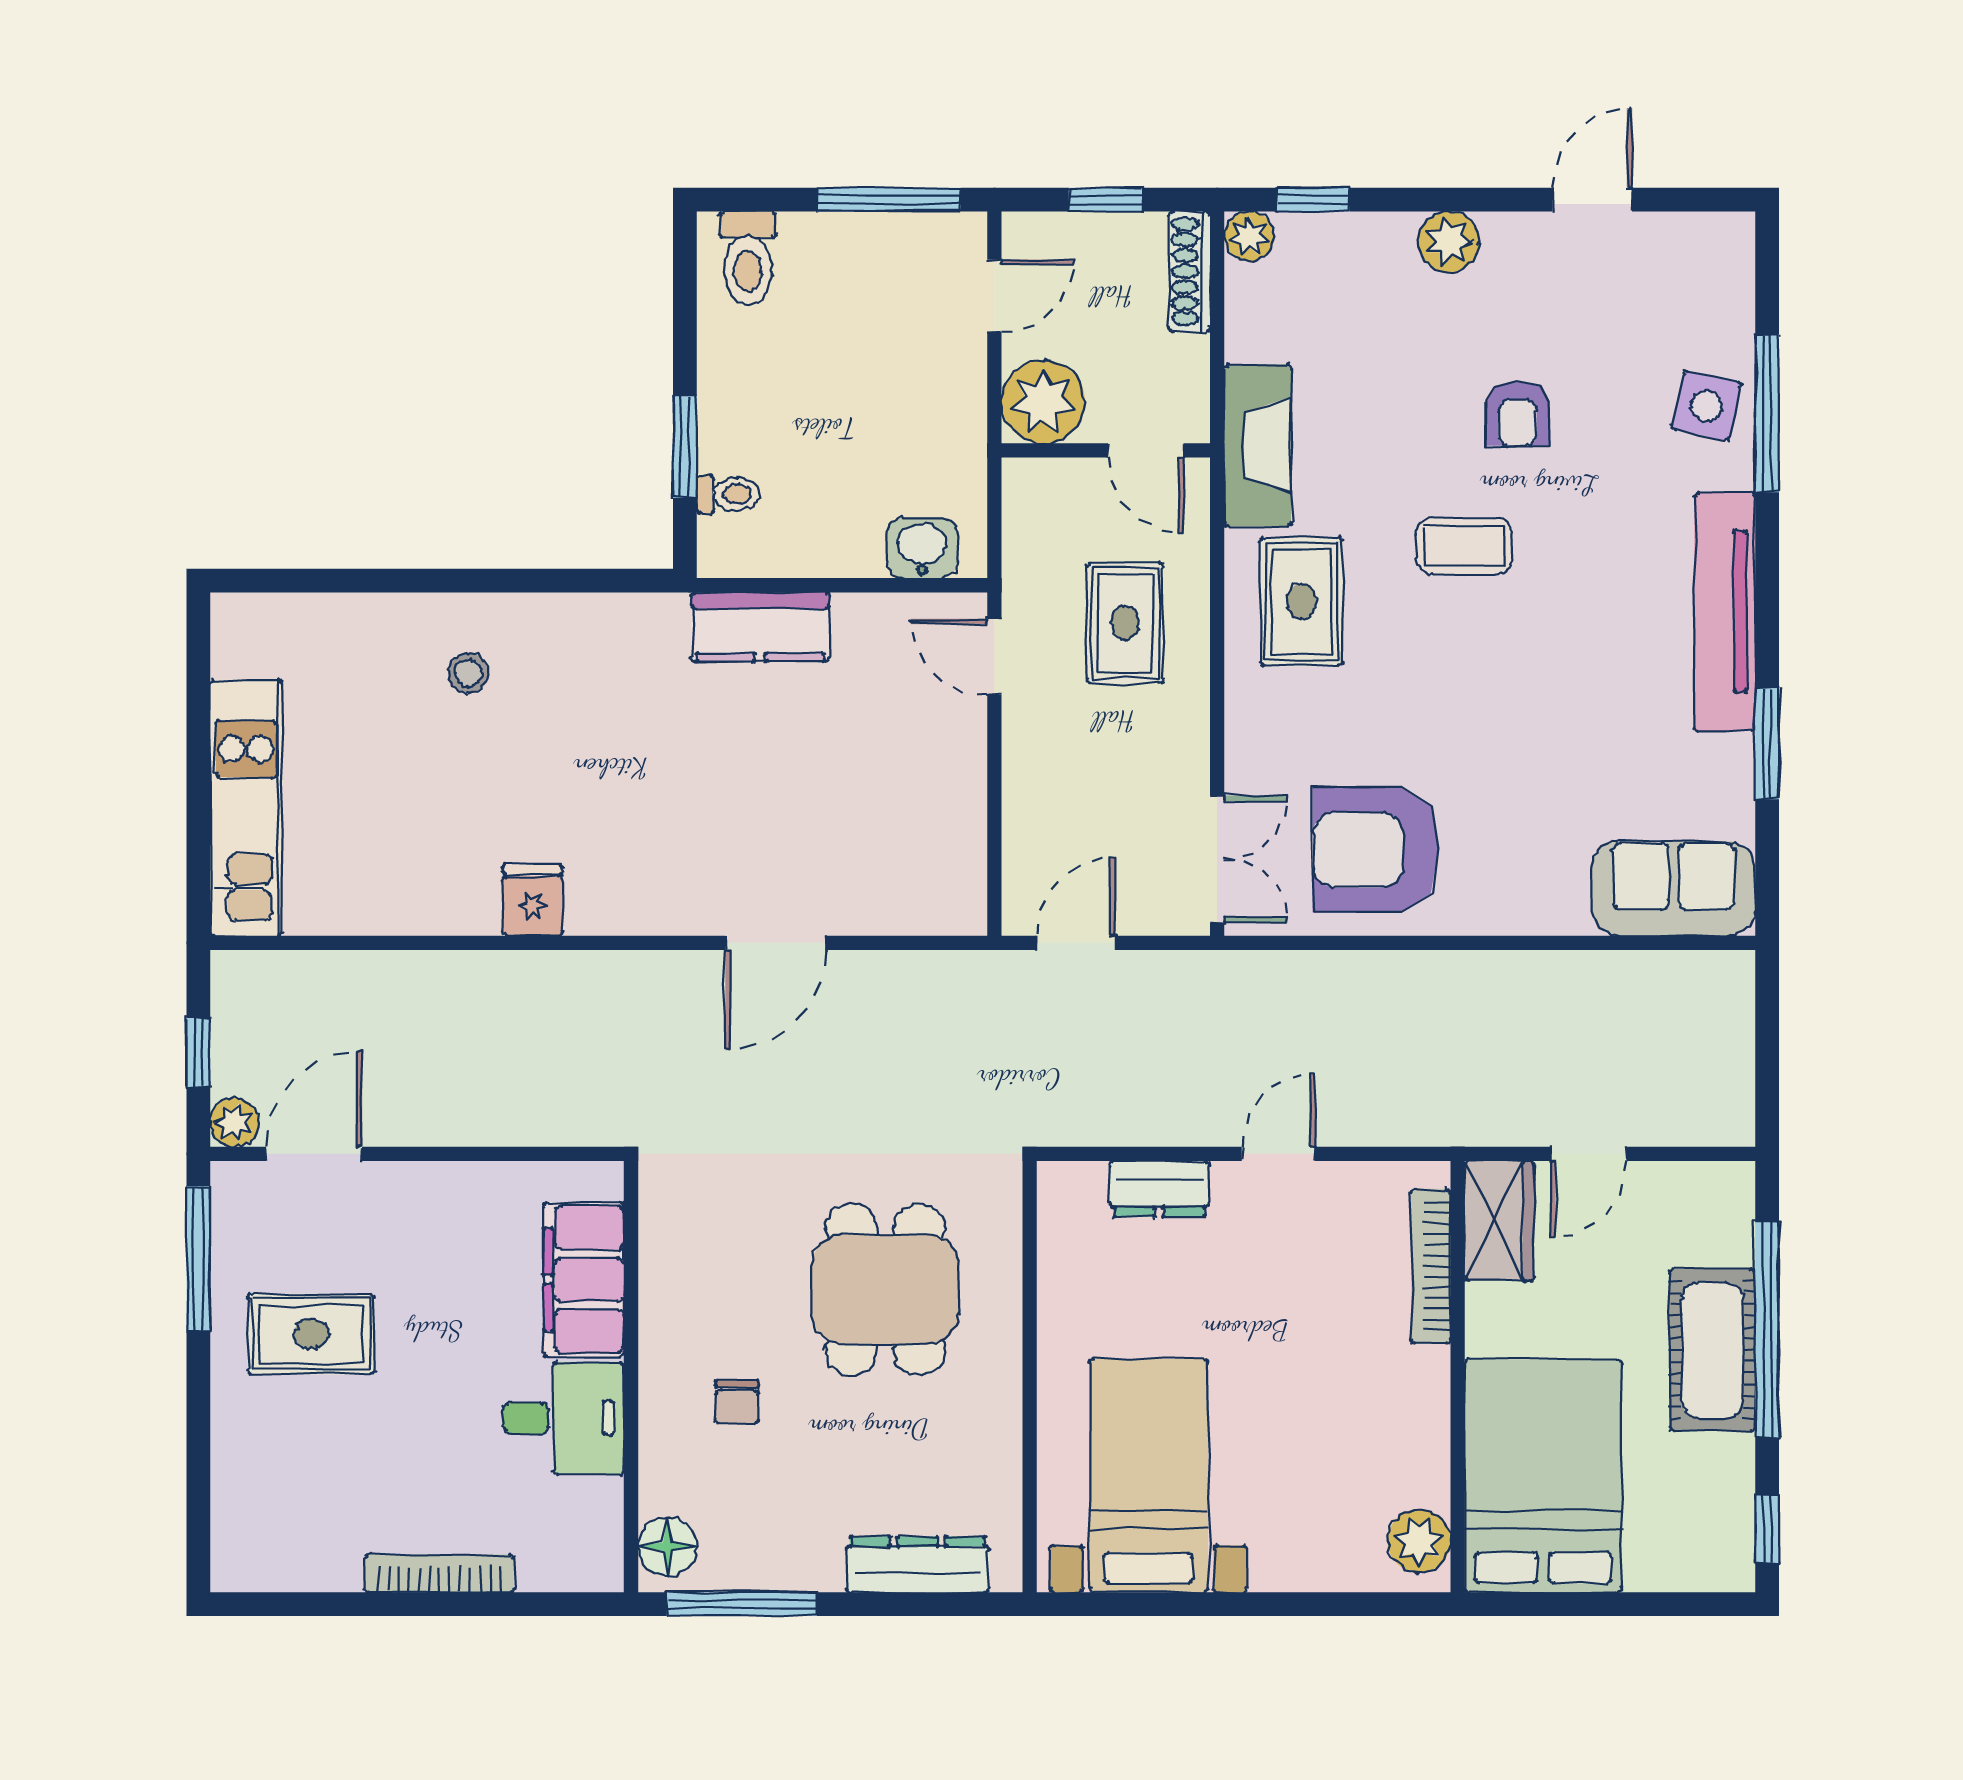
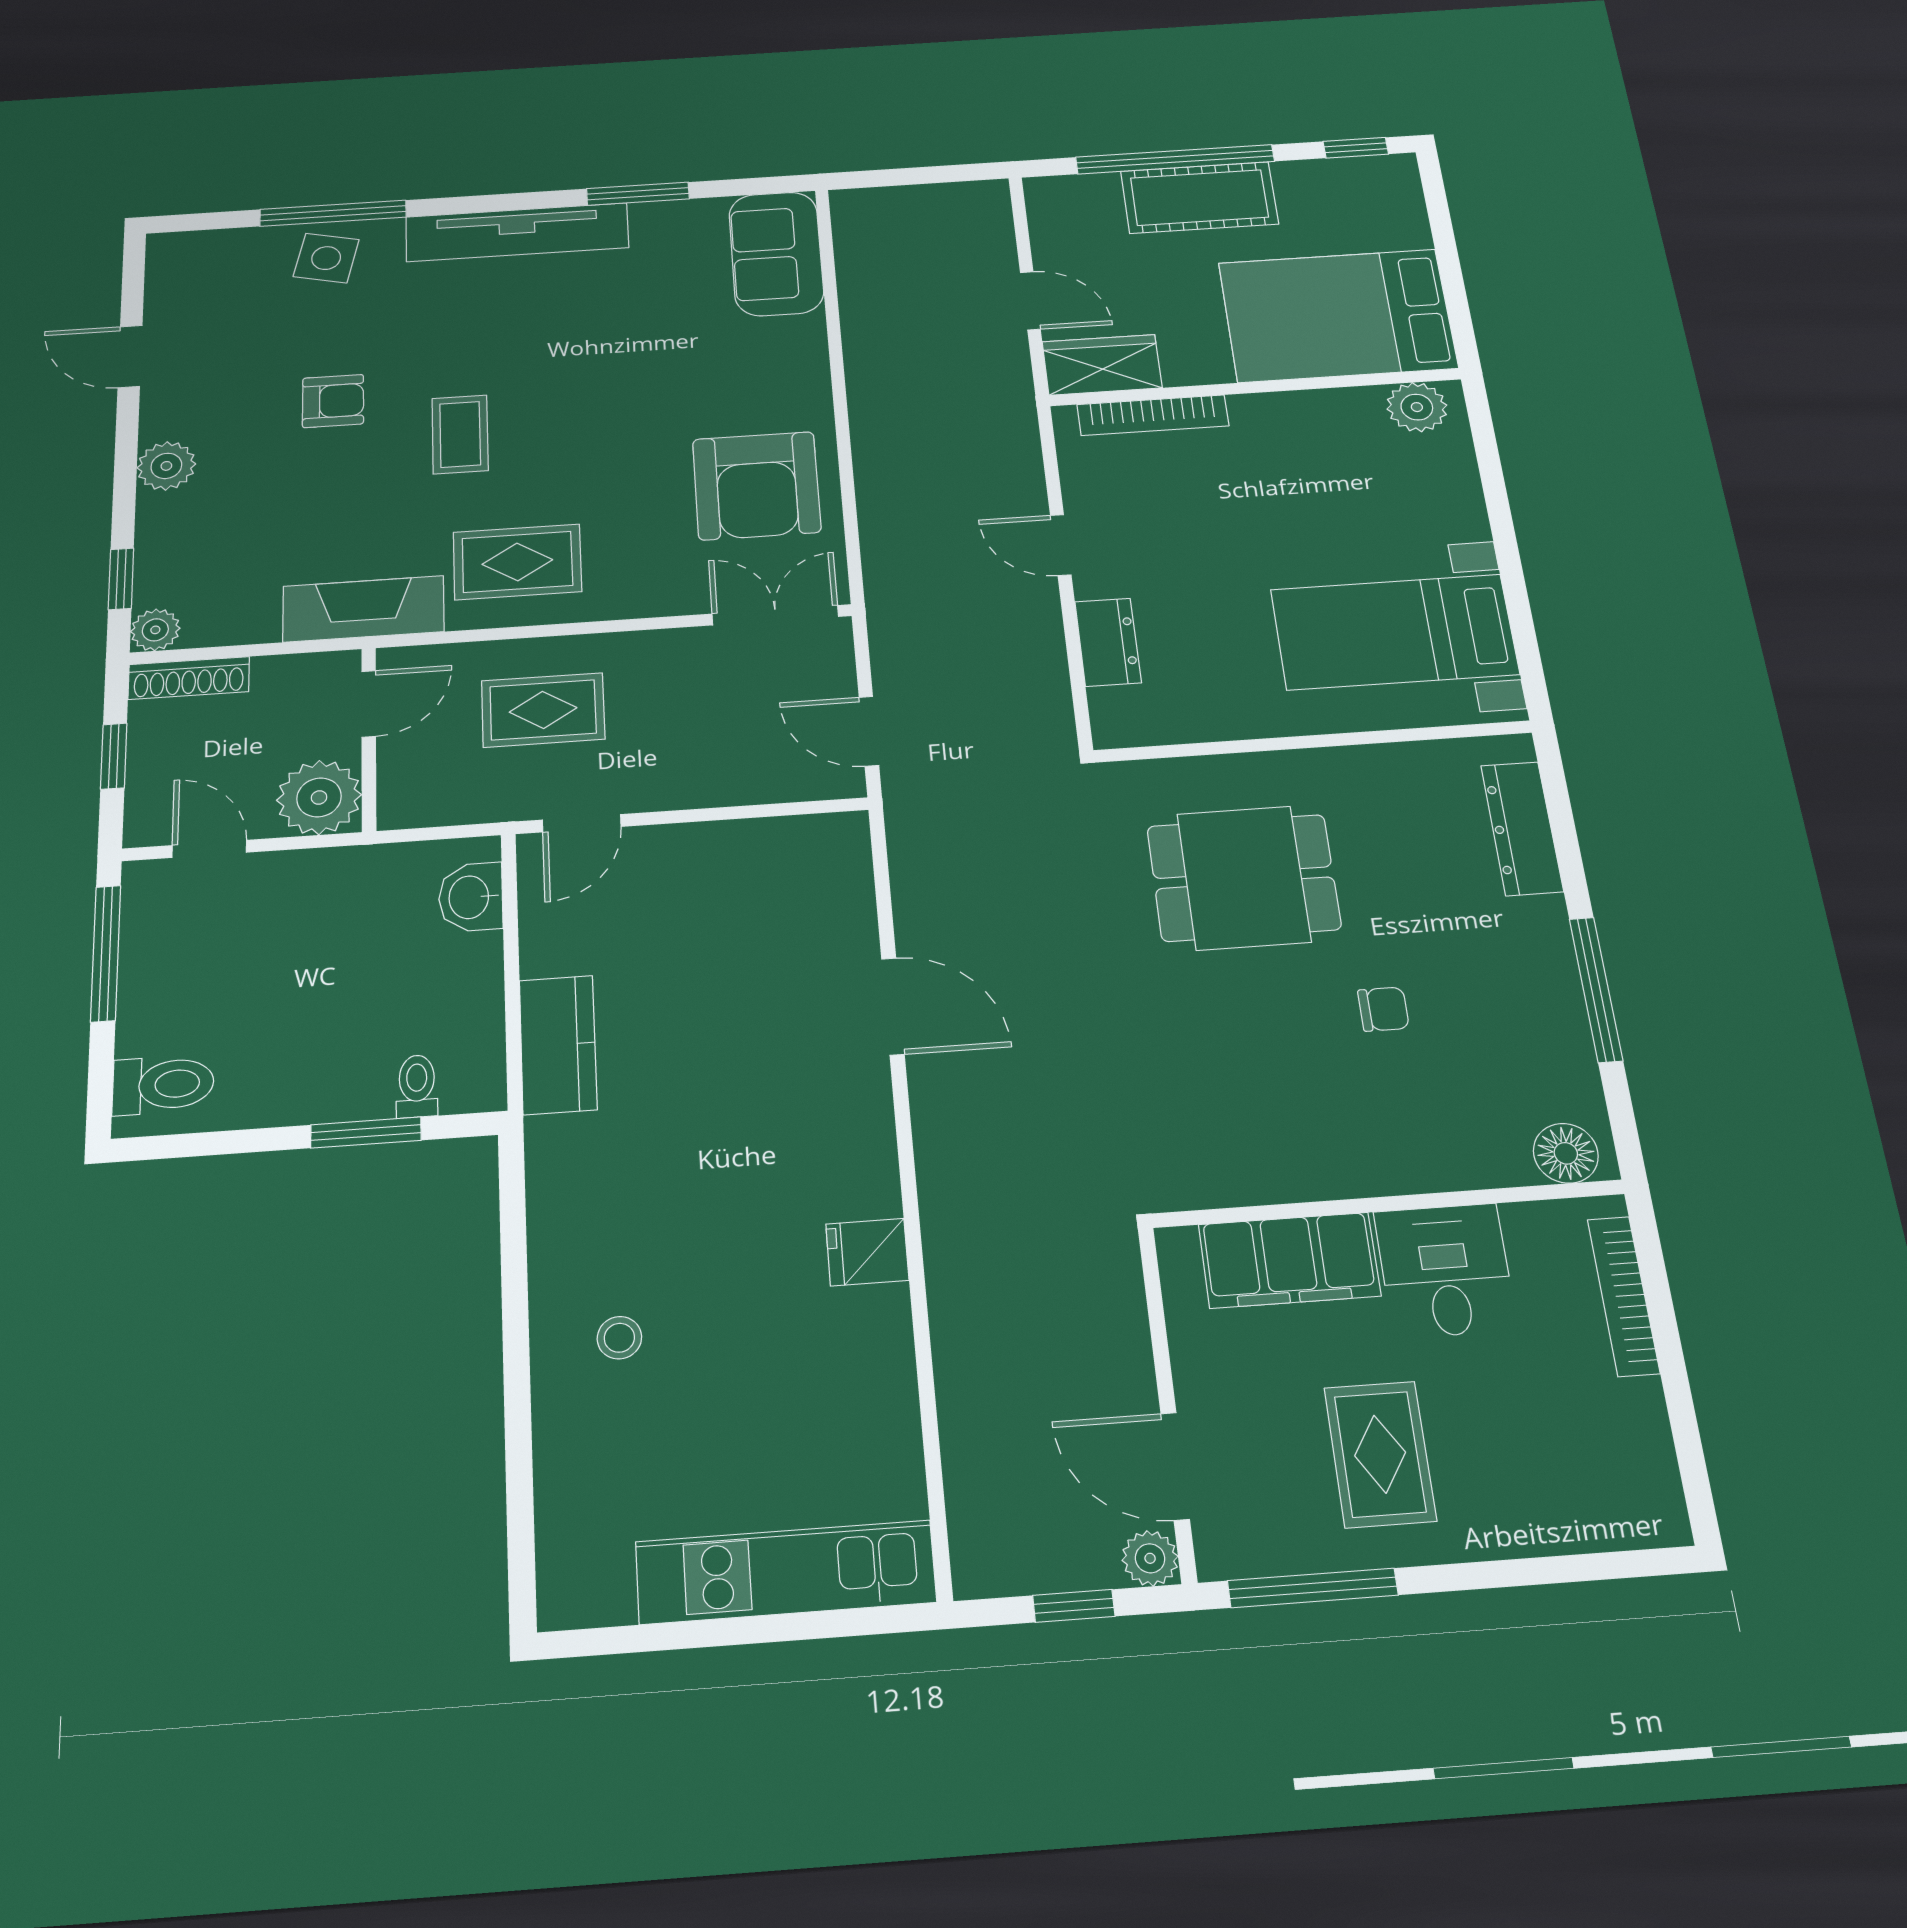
filing cabinet: (584, 1280) -> (1289, 1260), moved
wall: (631, 1377) -> (1388, 1204), moved
desk: (563, 1418) -> (1445, 1271), moved
floor lamp: (668, 1546) -> (1566, 1153), moved

